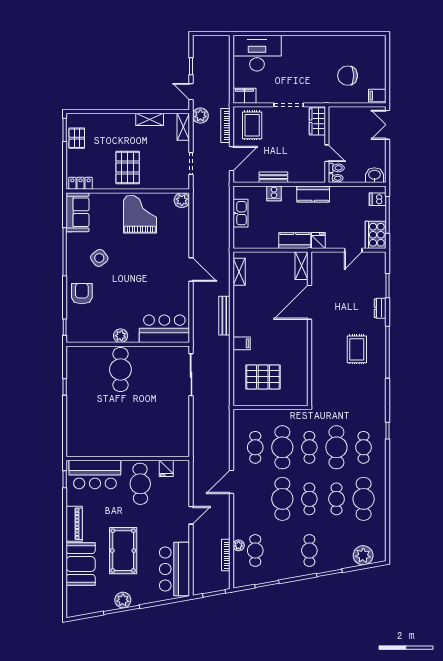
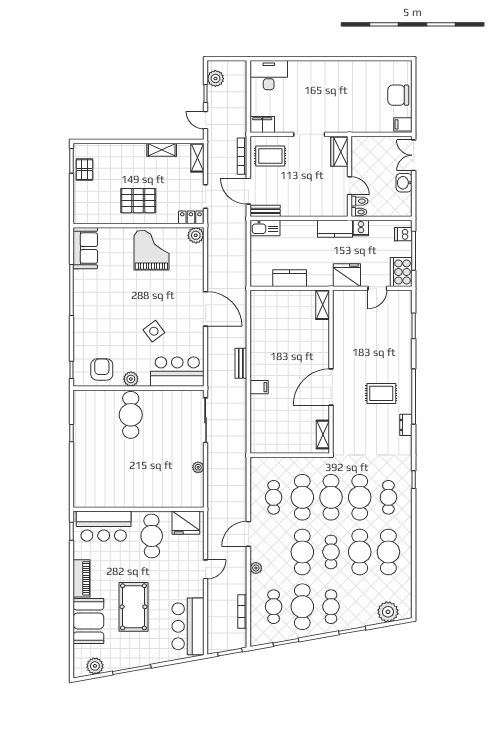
desk: (257, 53) -> (269, 75), width x0.73, depth x0.77
chair: (348, 76) -> (398, 95), moved
plant: (200, 116) -> (215, 78), moved
rug: (252, 125) -> (270, 156), turned 90
door: (231, 159) -> (248, 191), swing flipped
pallet: (128, 168) -> (138, 201), turned 90
washbasin: (374, 175) -> (404, 183), moved, turned -90
bench: (273, 177) -> (265, 211), moved
locker: (81, 183) -> (191, 217), moved
cooker: (274, 193) -> (361, 228), moved
kitchen sink: (240, 213) -> (265, 228), moved, turned 90
fridge: (318, 240) -> (347, 275), width x1.88, depth x1.34
kitchen counter: (295, 241) -> (290, 278), moved
side table: (99, 258) -> (154, 331), moved
door: (191, 269) -> (206, 309), width x1.36
shelving: (239, 272) -> (323, 434), moved
armchair: (82, 294) -> (102, 369), moved
door: (309, 302) -> (331, 387), moved
dresser: (380, 308) -> (406, 425), moved
bench: (224, 316) -> (241, 363), width x0.73
rug: (357, 349) -> (381, 393), turned 90
pallet: (263, 377) -> (282, 423), removed
plant: (184, 419) -> (198, 467), added
cafe table: (309, 447) -> (331, 497), width x1.37, depth x1.35
fridge: (166, 468) -> (186, 523), width x1.88, depth x1.34
cafe table: (336, 499) -> (360, 552), width x1.37, depth x1.35
plant: (239, 545) -> (256, 568), moved
cafe table: (282, 550) -> (302, 607), added
plant: (123, 600) -> (95, 666), moved

